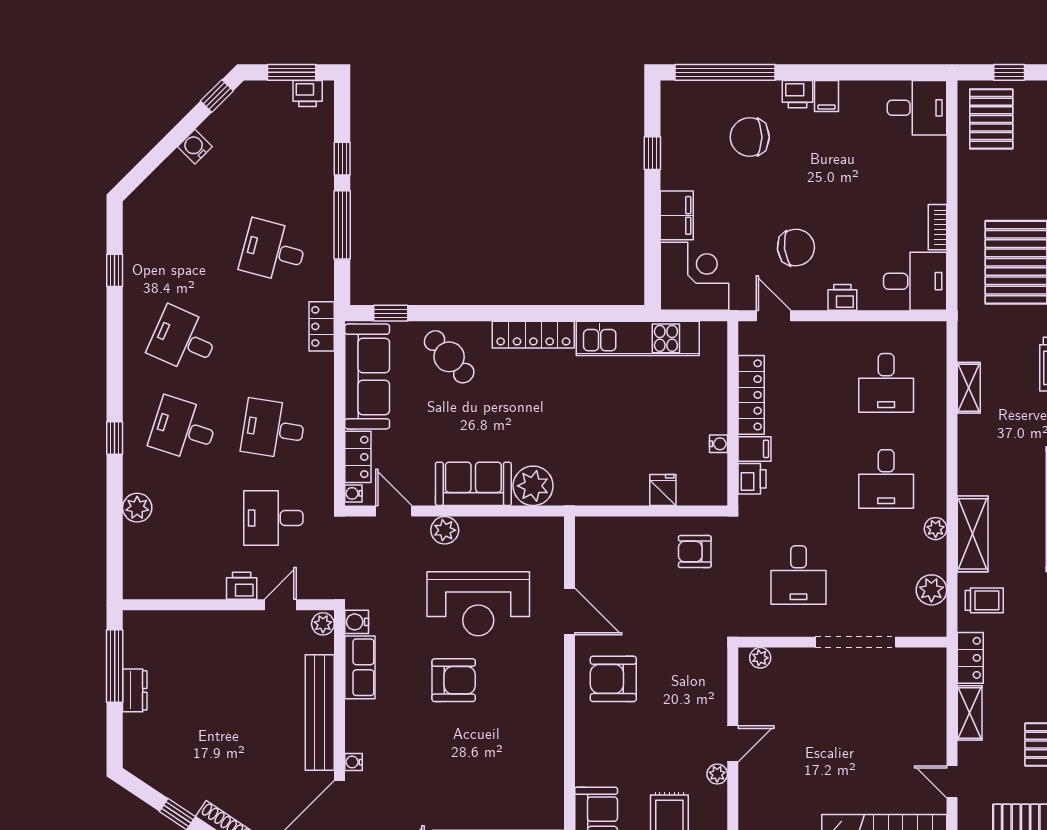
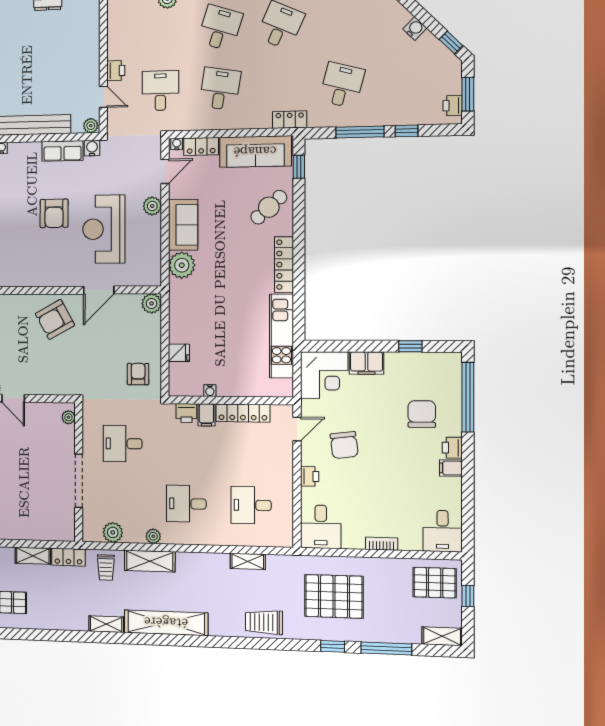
bookcase: (938, 227) -> (382, 544), moved
plant: (590, 531) -> (152, 303), added
armchair: (613, 679) -> (55, 319), turned -119

